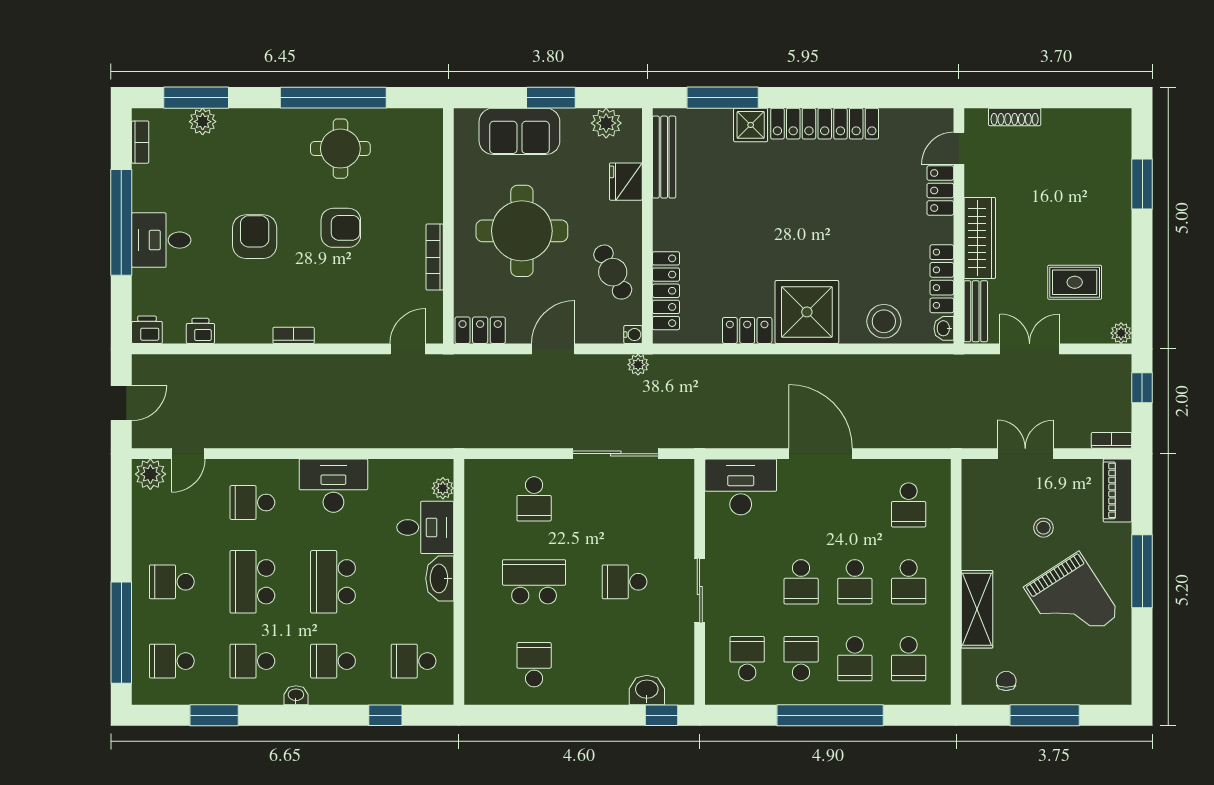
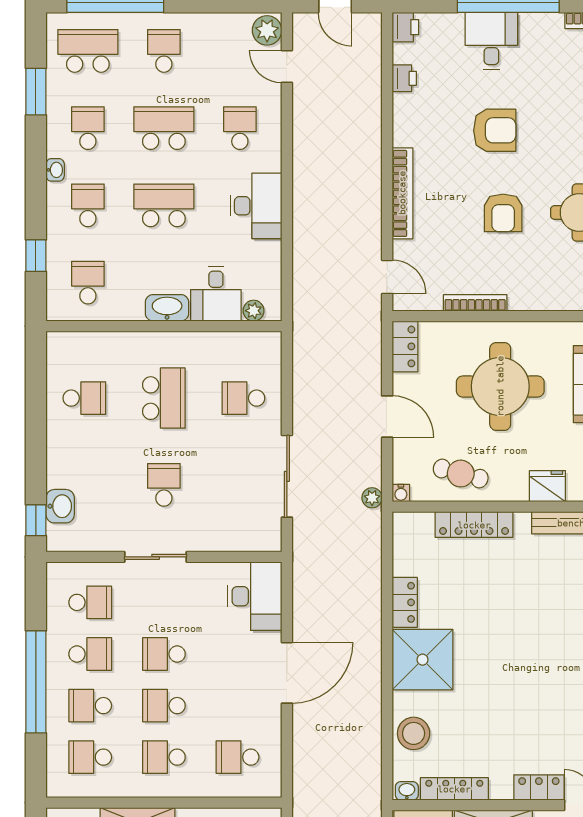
cafe table: (613, 272) -> (461, 474), turned 42
locker: (666, 291) -> (474, 525), moved
bookcase: (294, 335) -> (402, 193), width x2.31, depth x1.31
school desk: (172, 661) -> (88, 51), width x1.85

